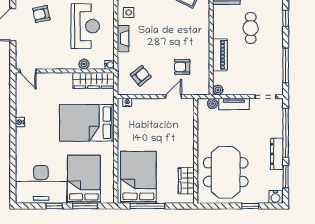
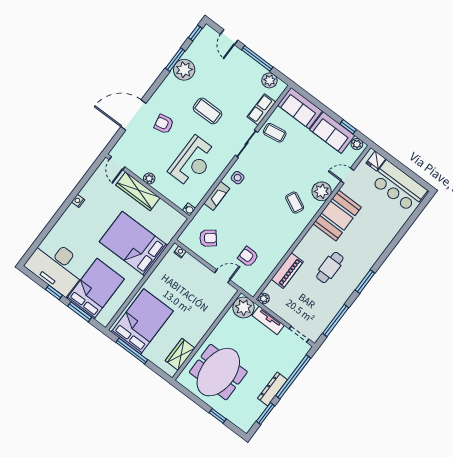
window: (286, 19) -> (365, 282), width x1.50
plant: (84, 64) -> (149, 178), moved
wardrobe: (94, 80) -> (138, 191), moved
plant: (212, 104) -> (243, 307), width x1.87, depth x1.87
water cooler: (275, 197) -> (244, 424), removed

